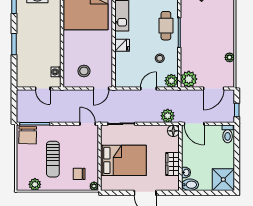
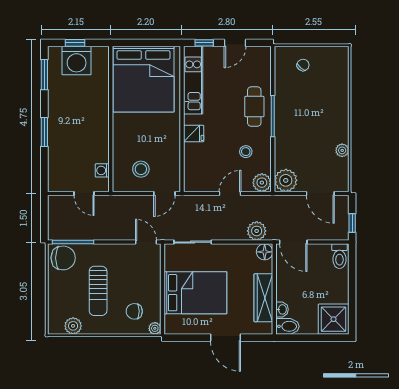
door: (214, 89) -> (320, 193), hinge flipped
chair: (28, 135) -> (63, 258), turned -91
wardrobe: (173, 164) -> (263, 298), width x1.50

